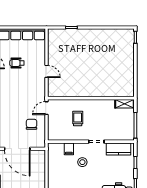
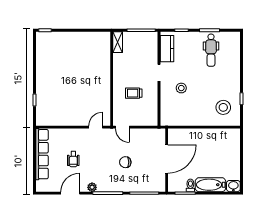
door: (46, 71) -> (96, 127), moved
chair: (32, 124) -> (125, 162), moved
filing cabinet: (69, 149) -> (167, 103), removed

